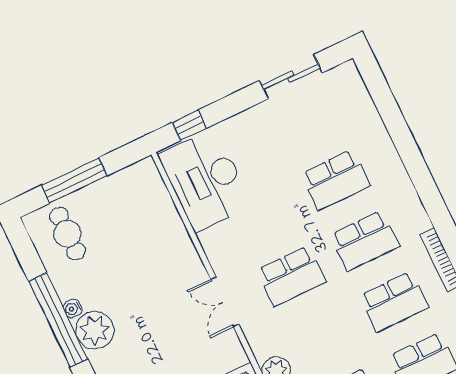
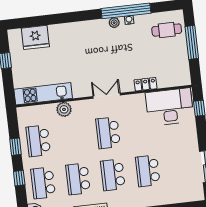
locker: (179, 238) -> (146, 84), added
plant: (95, 330) -> (114, 23), width x0.53, depth x0.53

